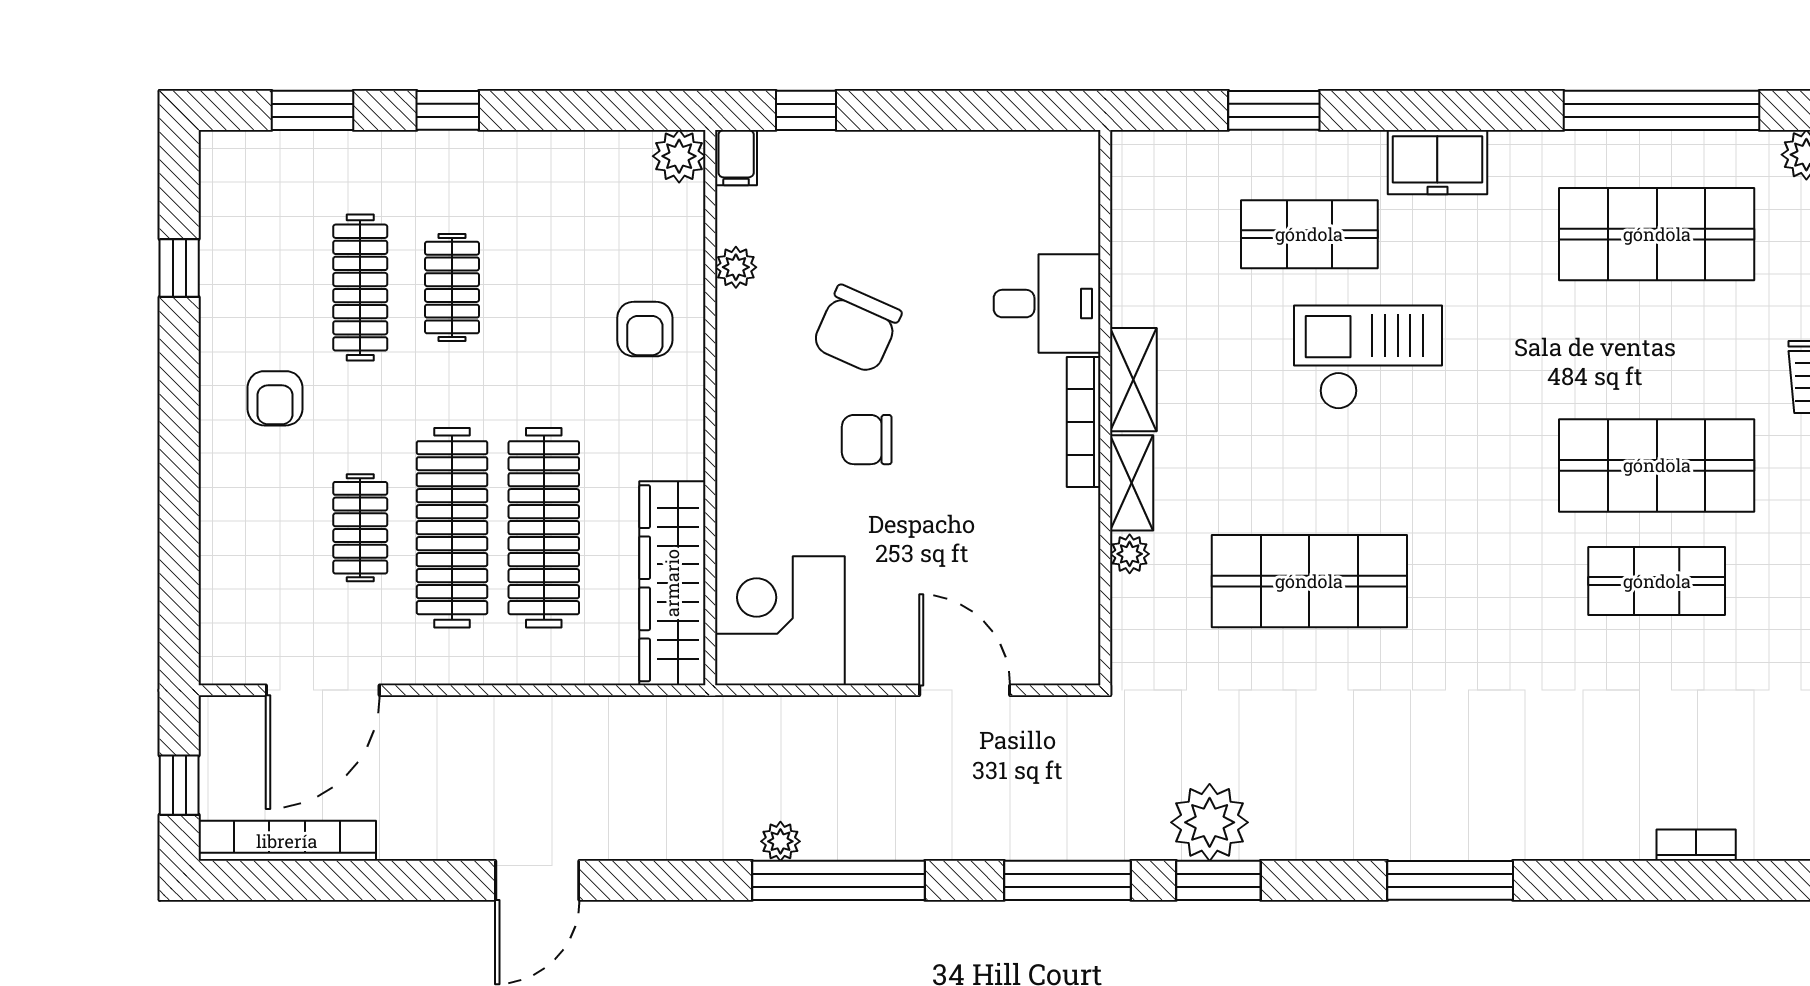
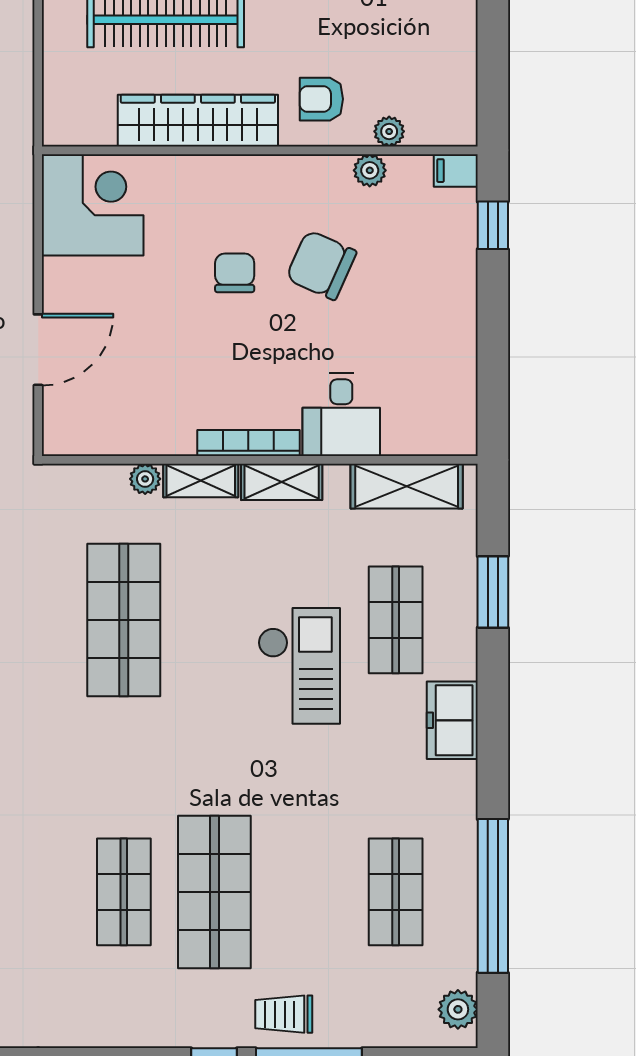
plant: (679, 156) -> (389, 131), moved, width x0.73, depth x0.73
shelving: (1139, 220) -> (407, 486), added
shop shelf: (1657, 234) -> (396, 892), width x0.70, depth x0.74
wardrobe: (672, 583) -> (198, 121), moved

